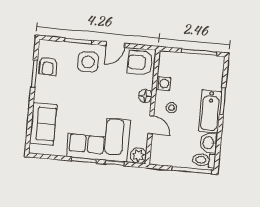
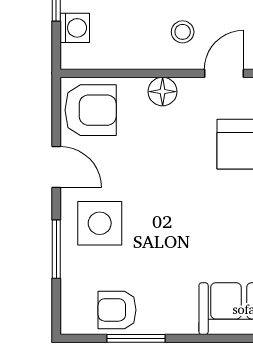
armchair: (140, 62) -> (91, 110), turned -90
armchair: (48, 66) -> (117, 310), turned 180
washing machine: (163, 83) -> (75, 28), moved, turned 90

